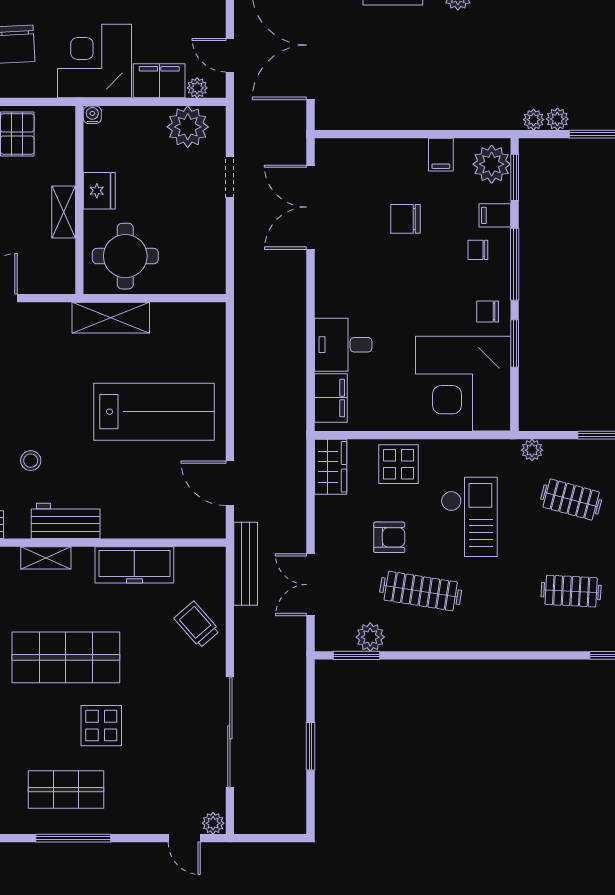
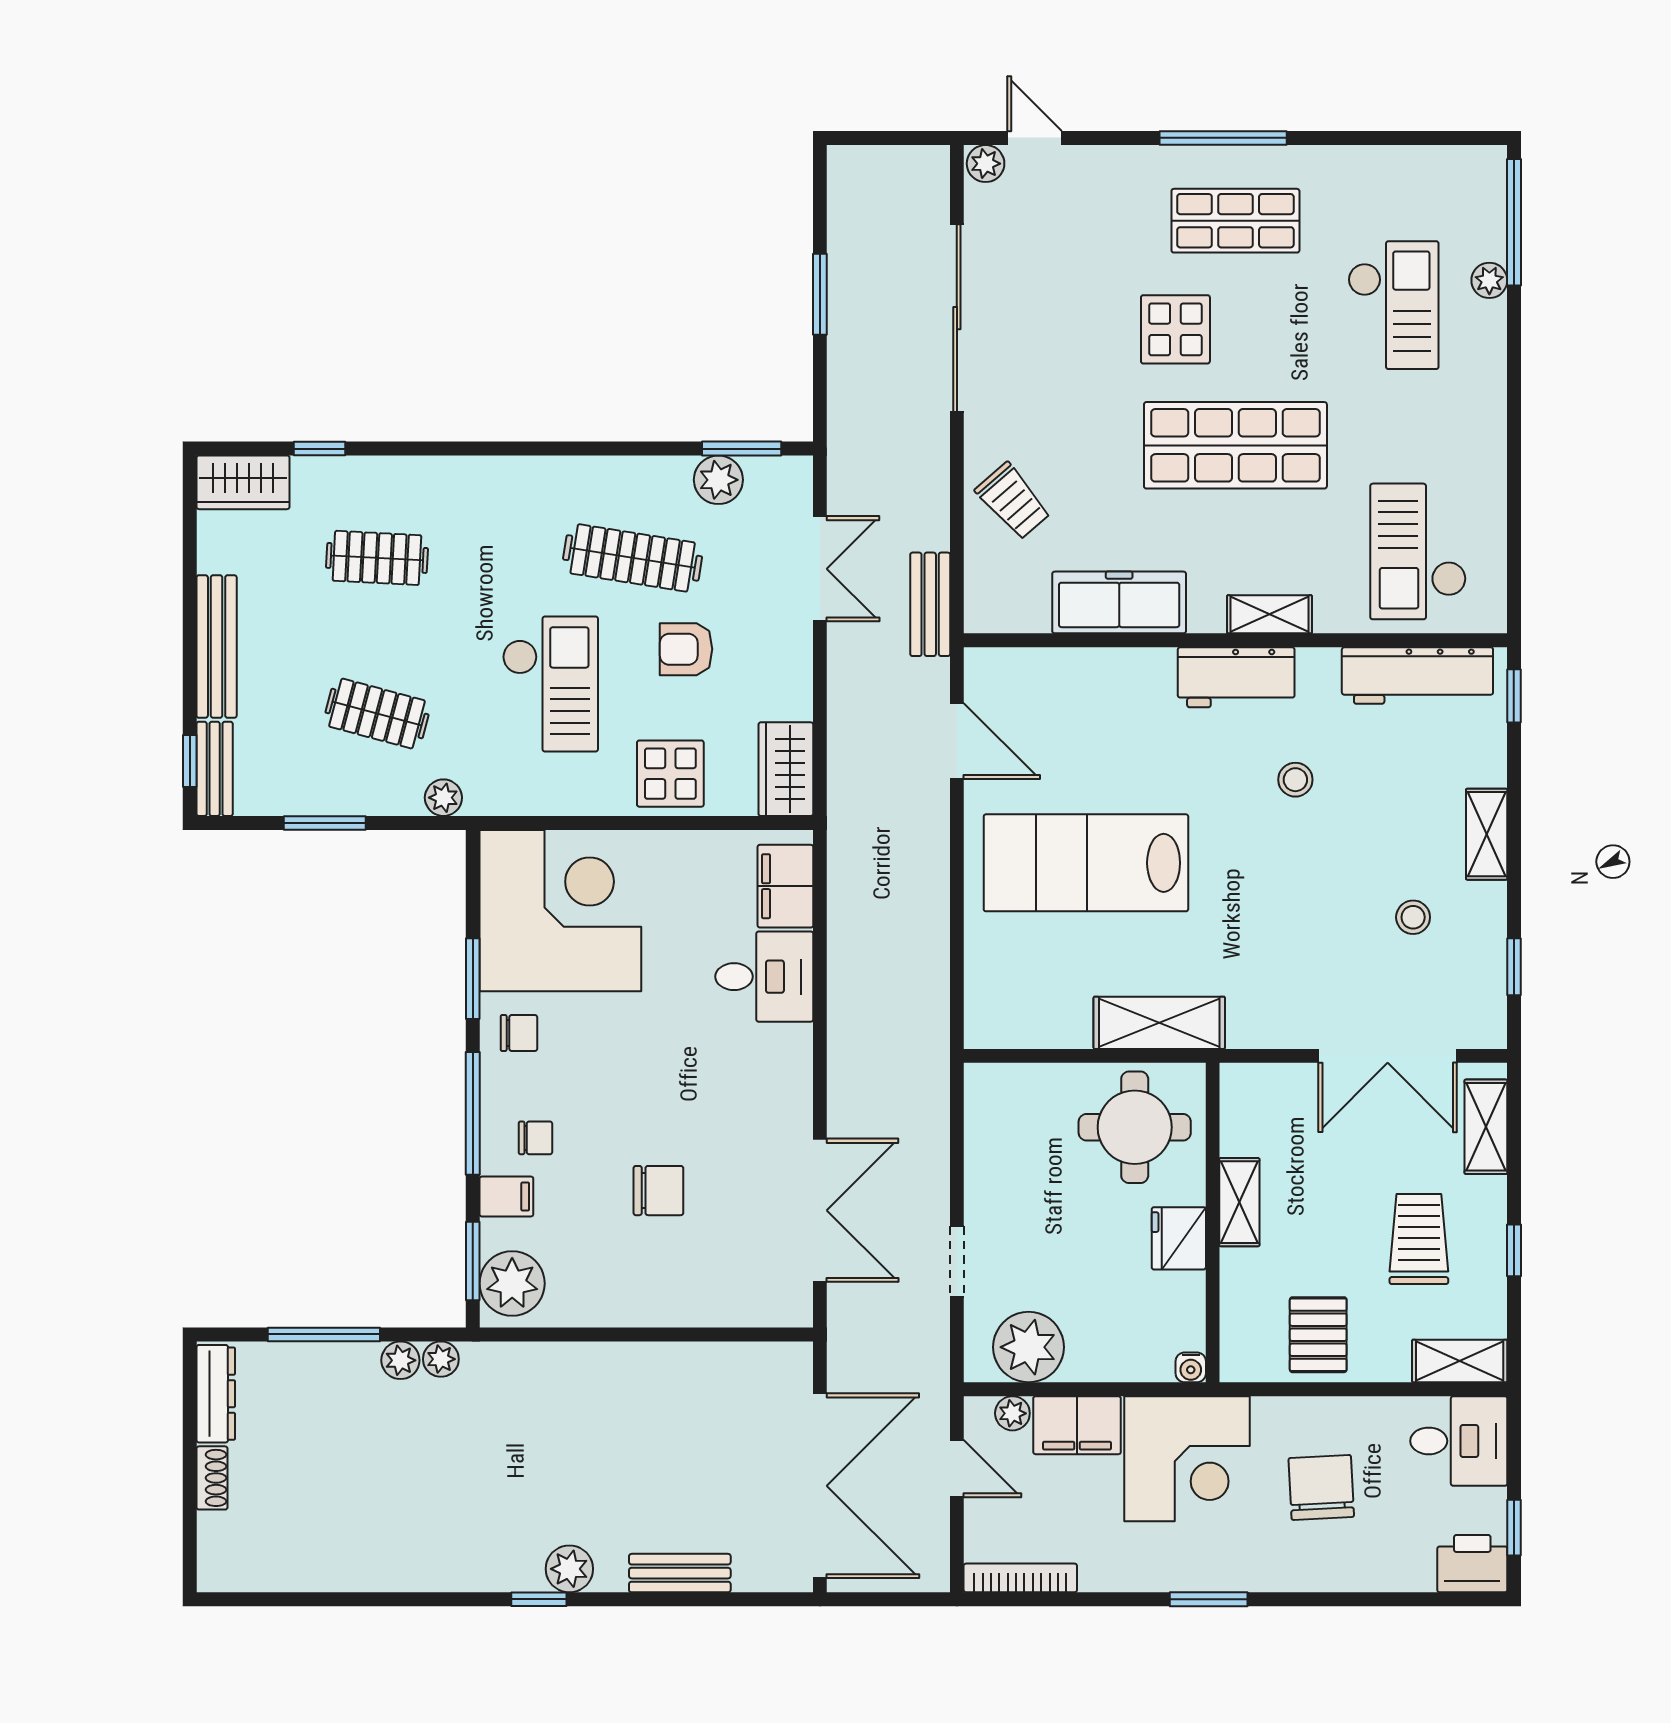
filing cabinet: (441, 155) -> (598, 1300), removed
checkout: (469, 517) -> (550, 684), turned 180
bench: (246, 564) -> (930, 604), width x0.73

